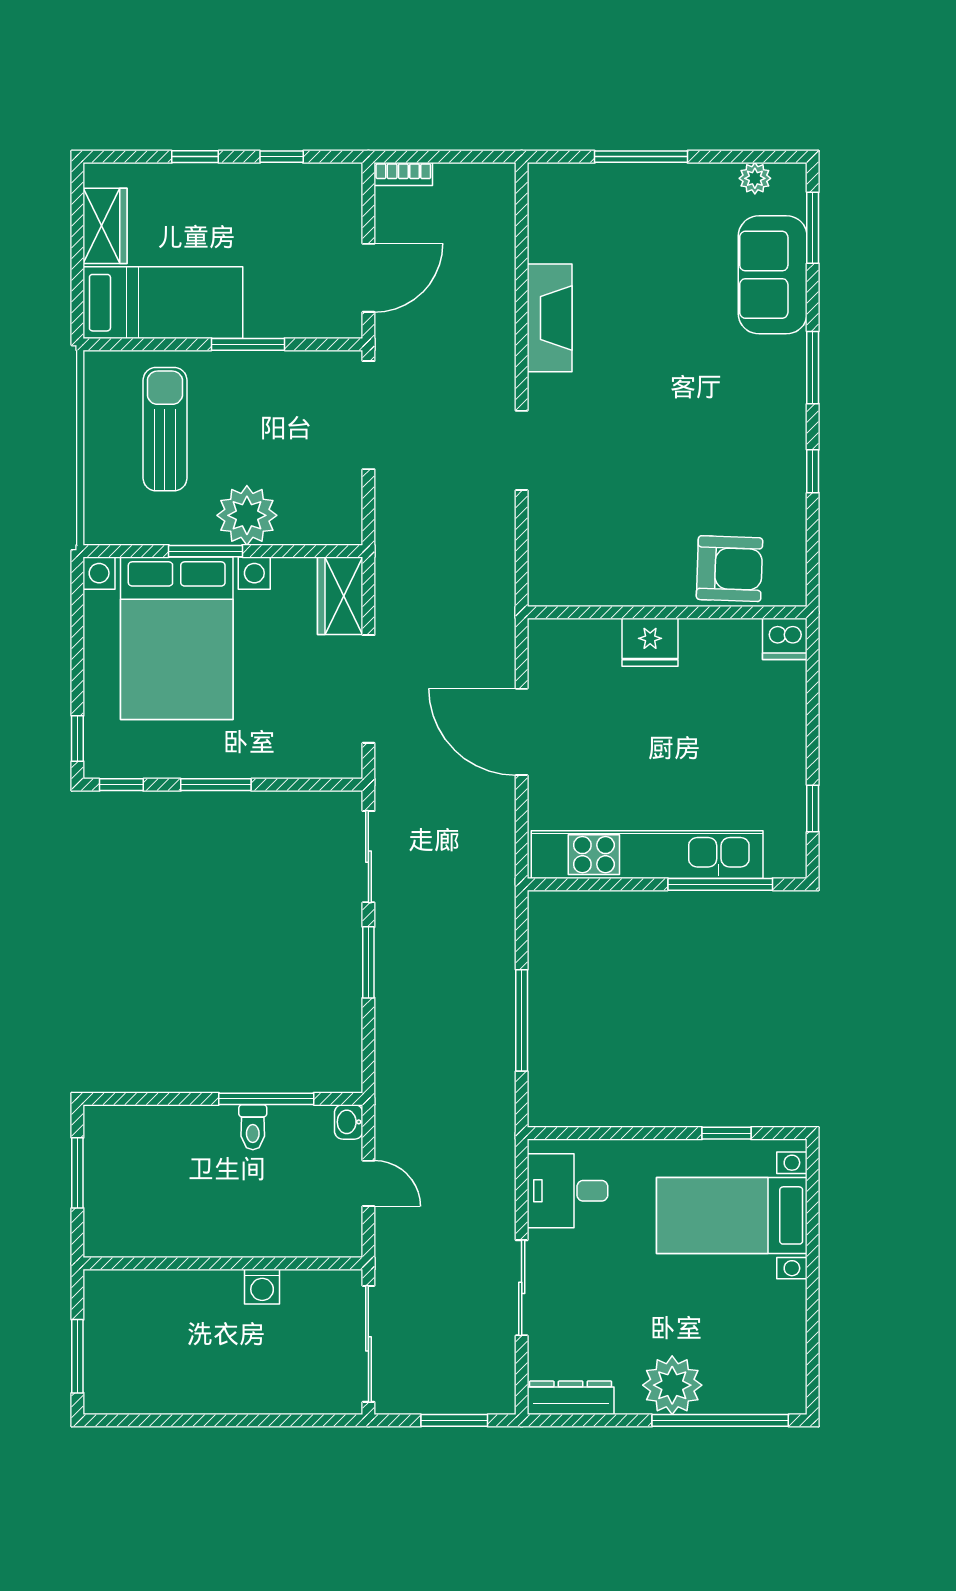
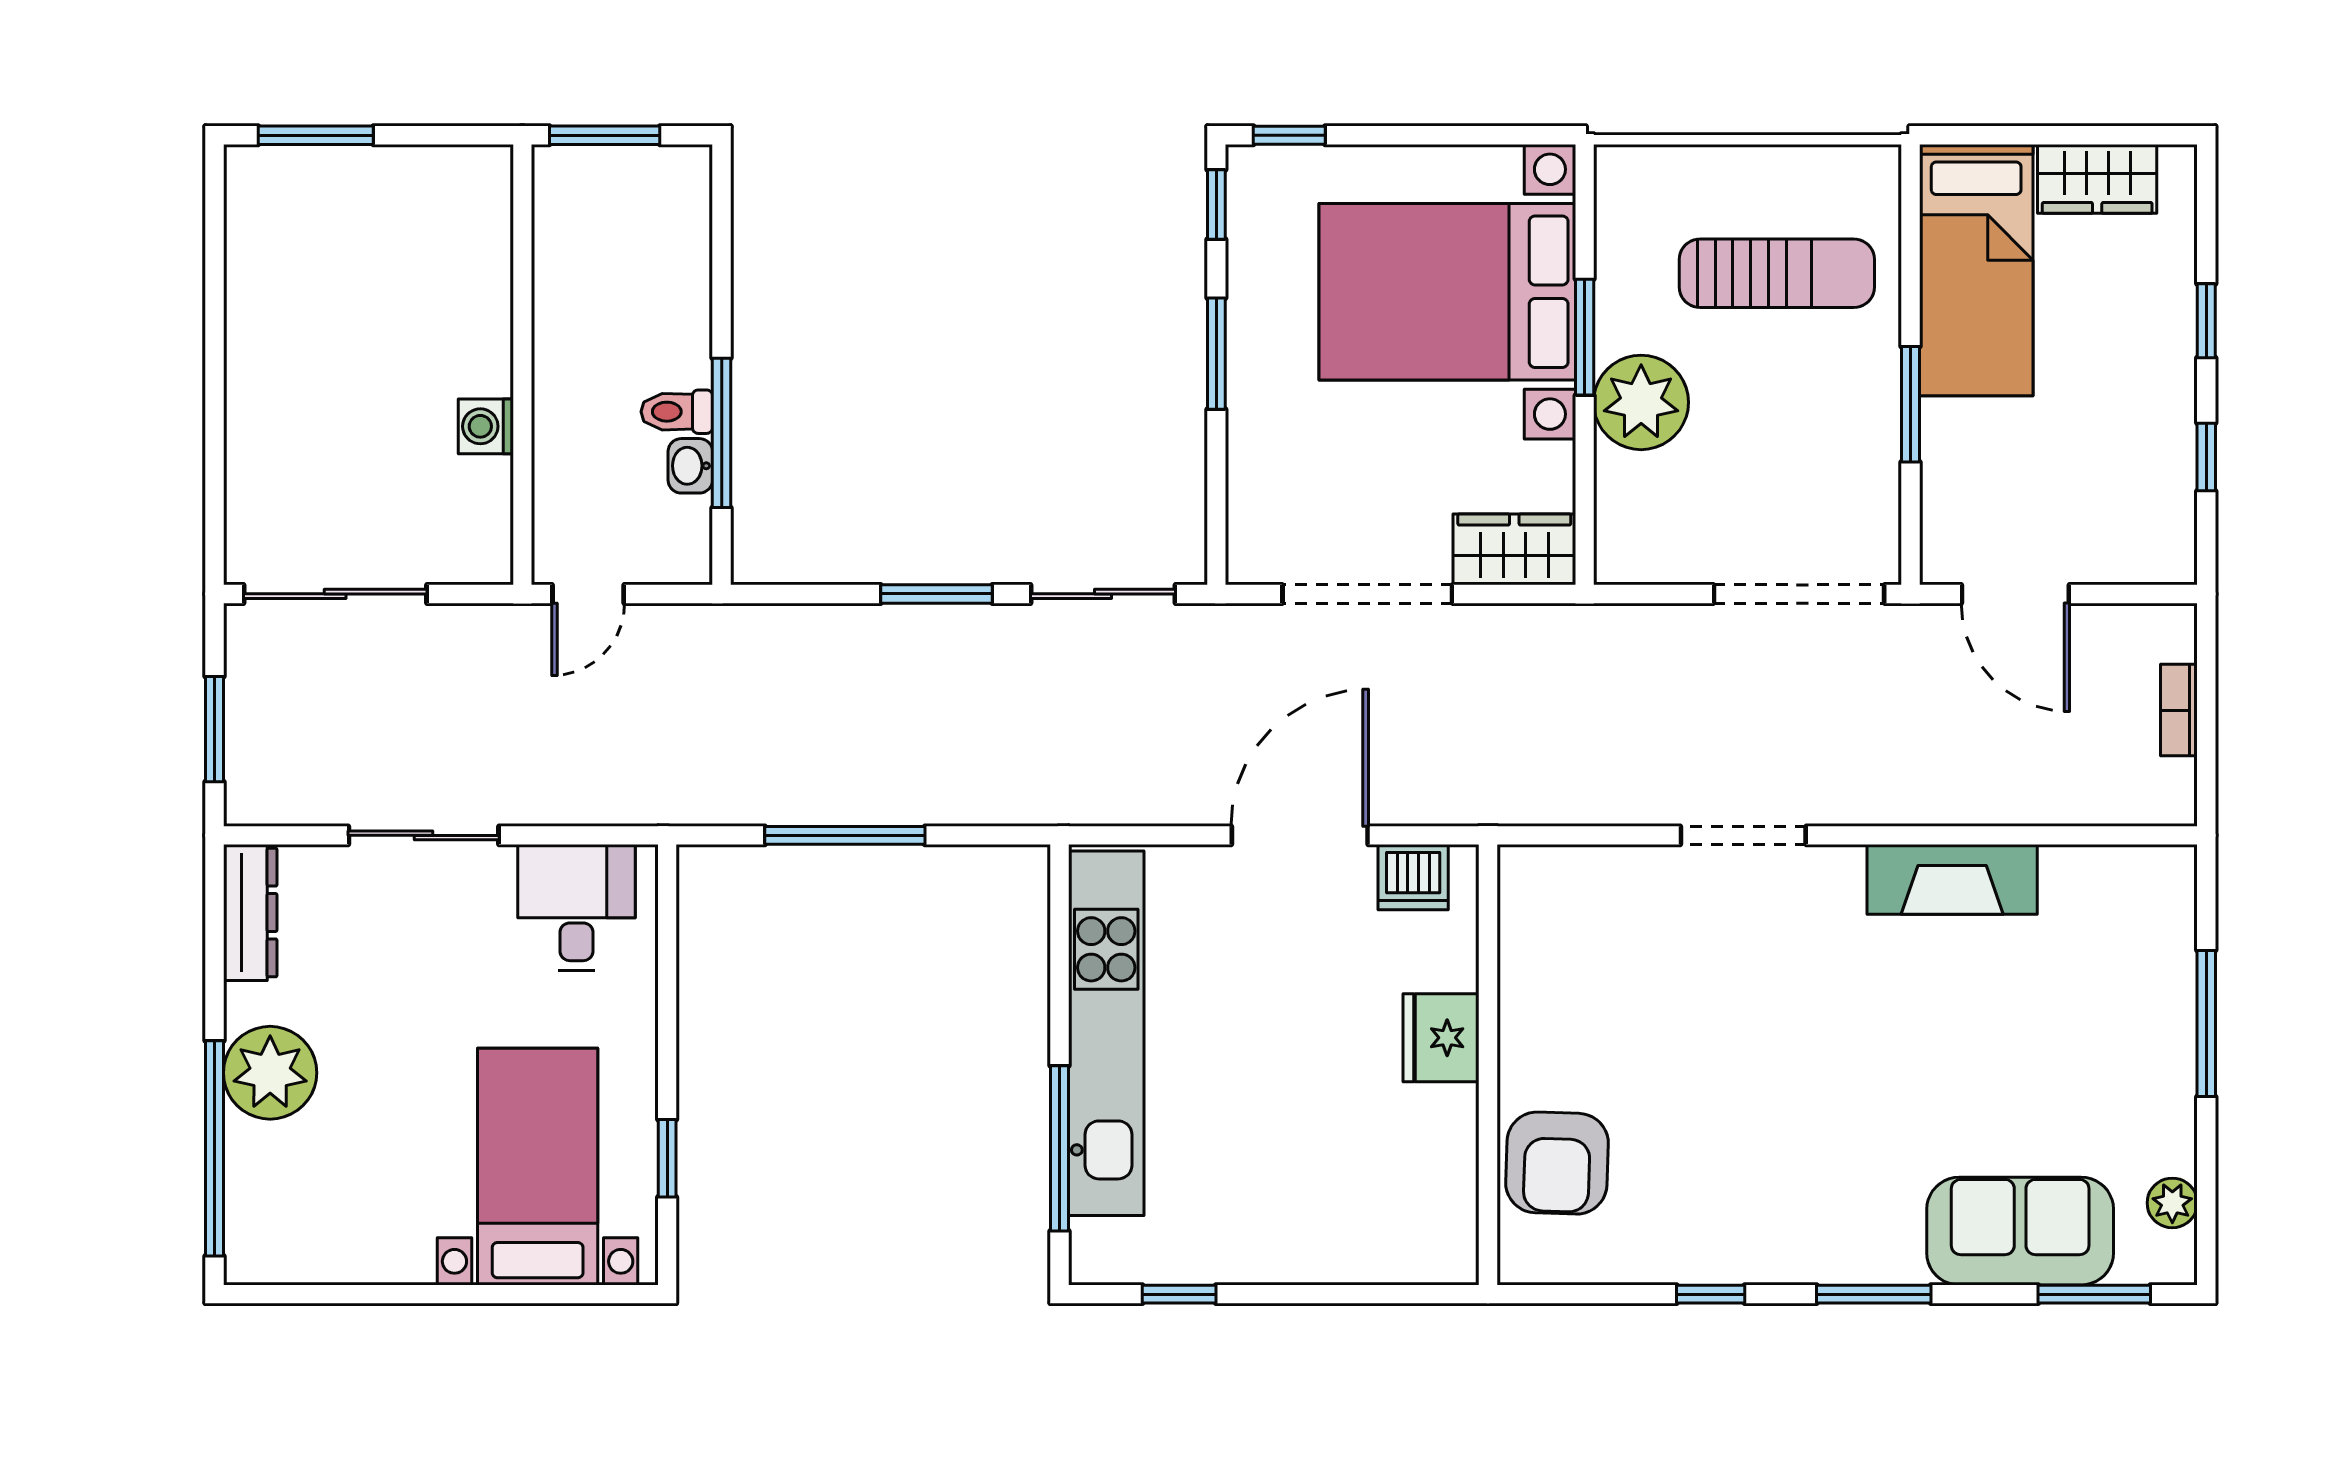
bookcase: (403, 174) -> (2179, 710), moved
dishwasher: (785, 639) -> (1413, 877), moved, turned -90
washbasin: (349, 1122) -> (690, 466), moved, turned -90
wall: (223, 1263) -> (522, 365), moved
washing machine: (262, 1287) -> (486, 426), moved

